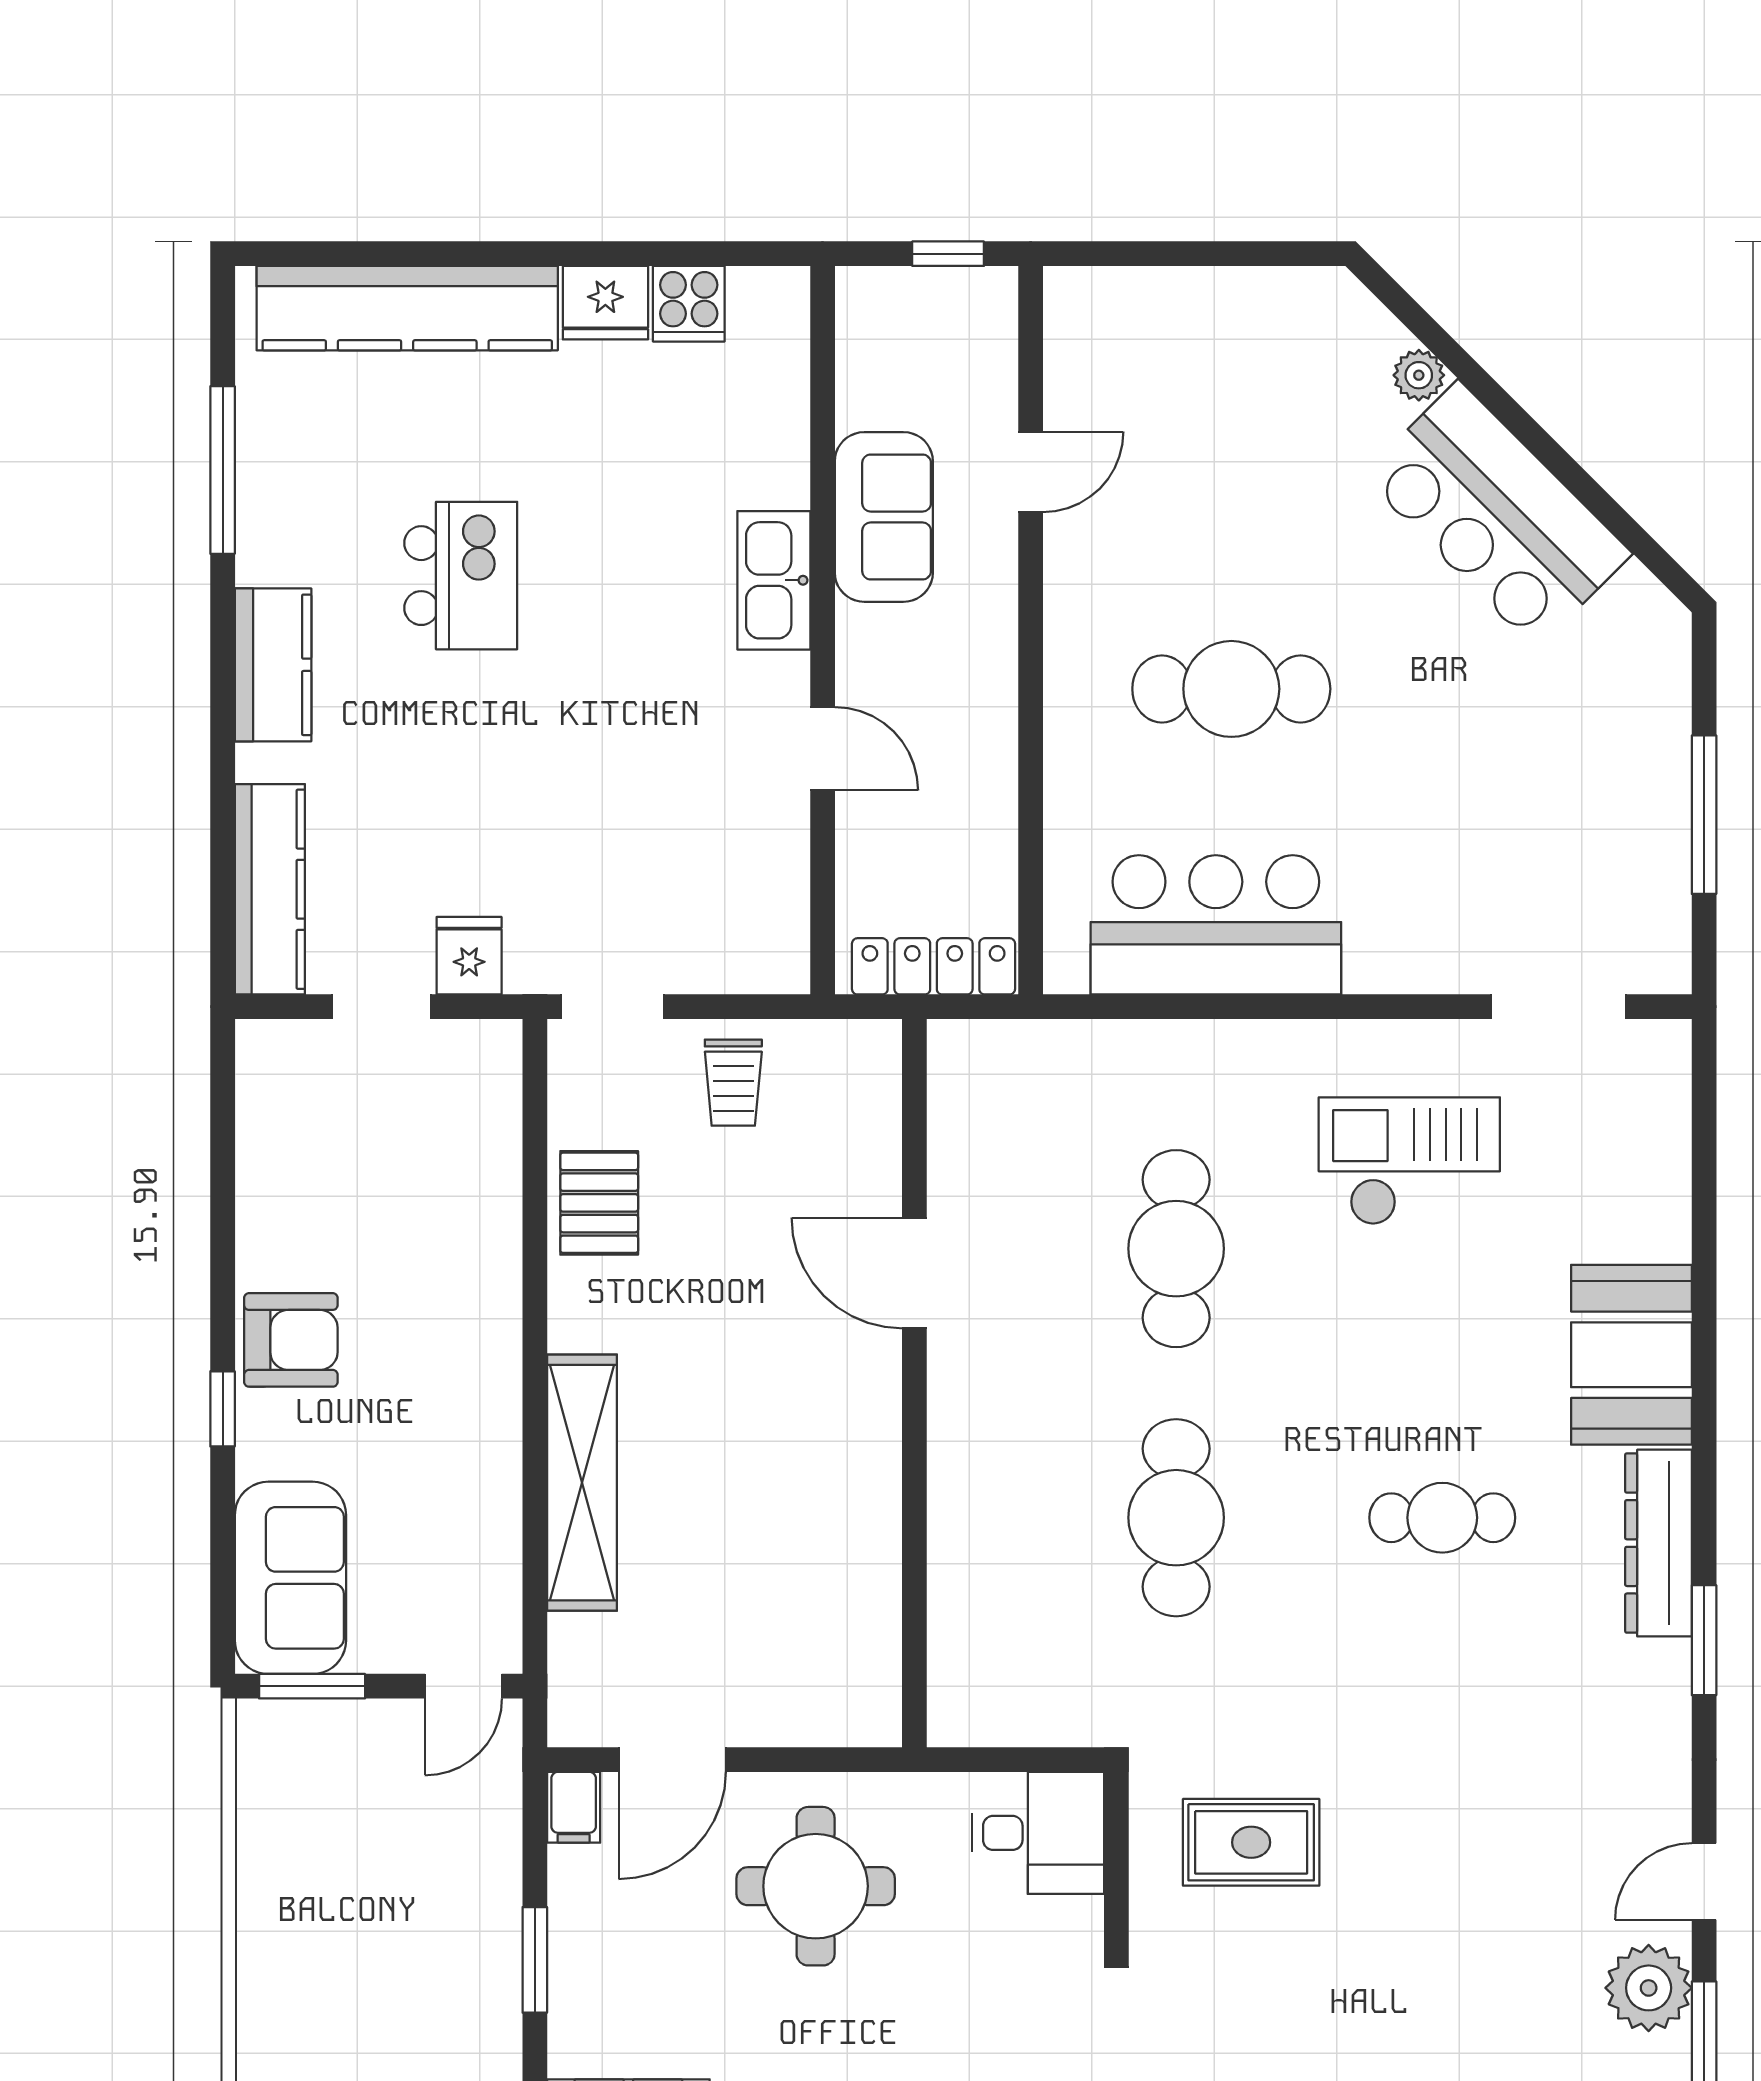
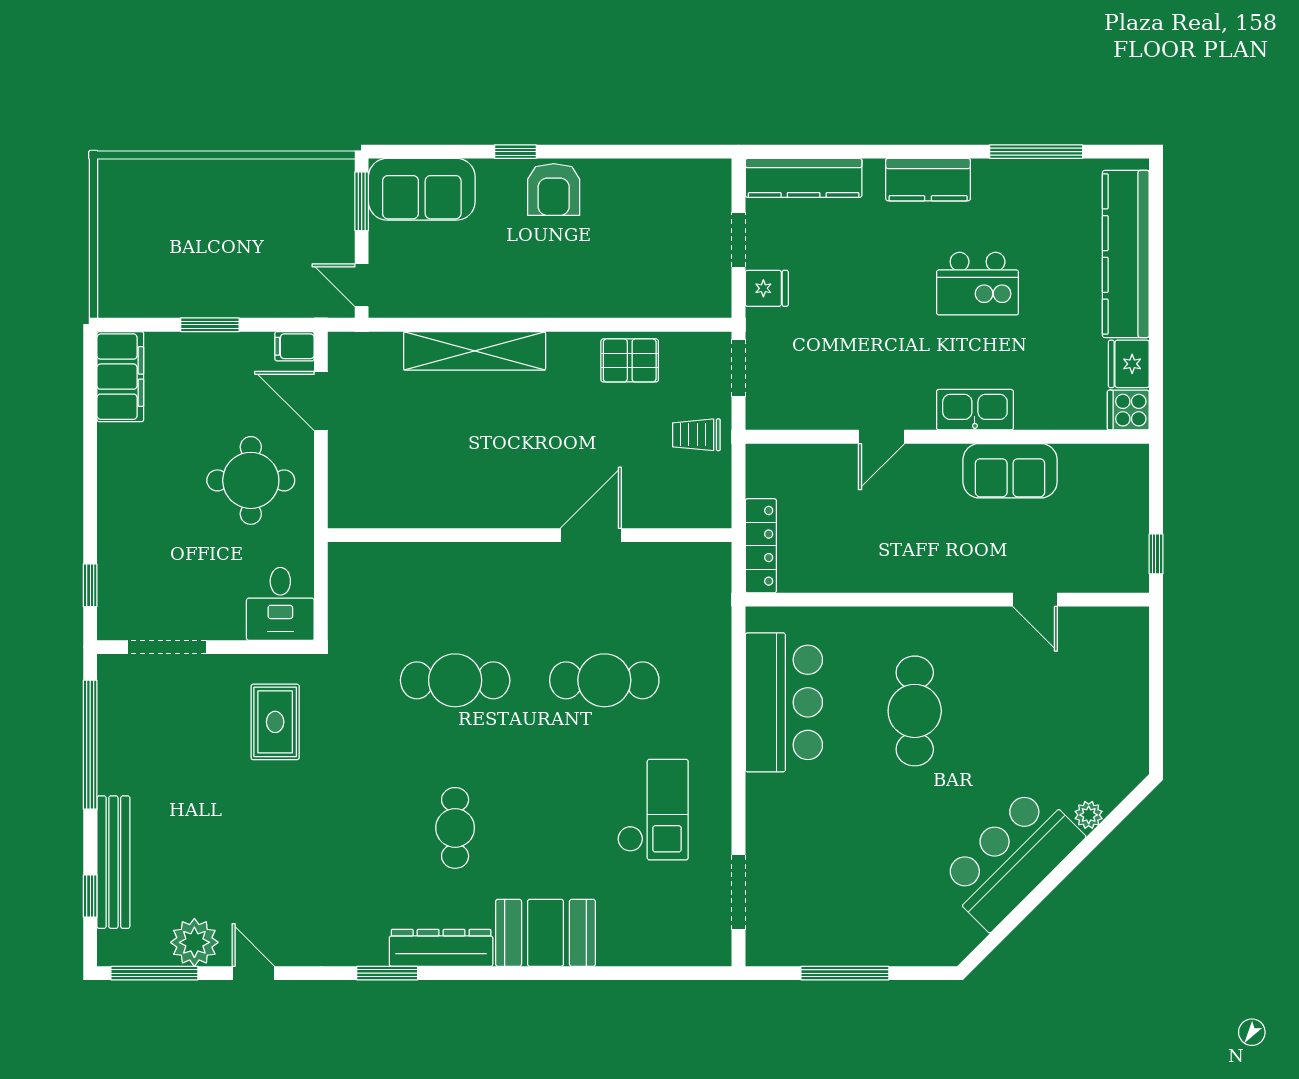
sofa: (884, 517) -> (1010, 471), moved
kitchen sink: (774, 580) -> (975, 410), moved
wall: (823, 630) -> (947, 437), moved
door: (823, 749) -> (882, 437), moved

